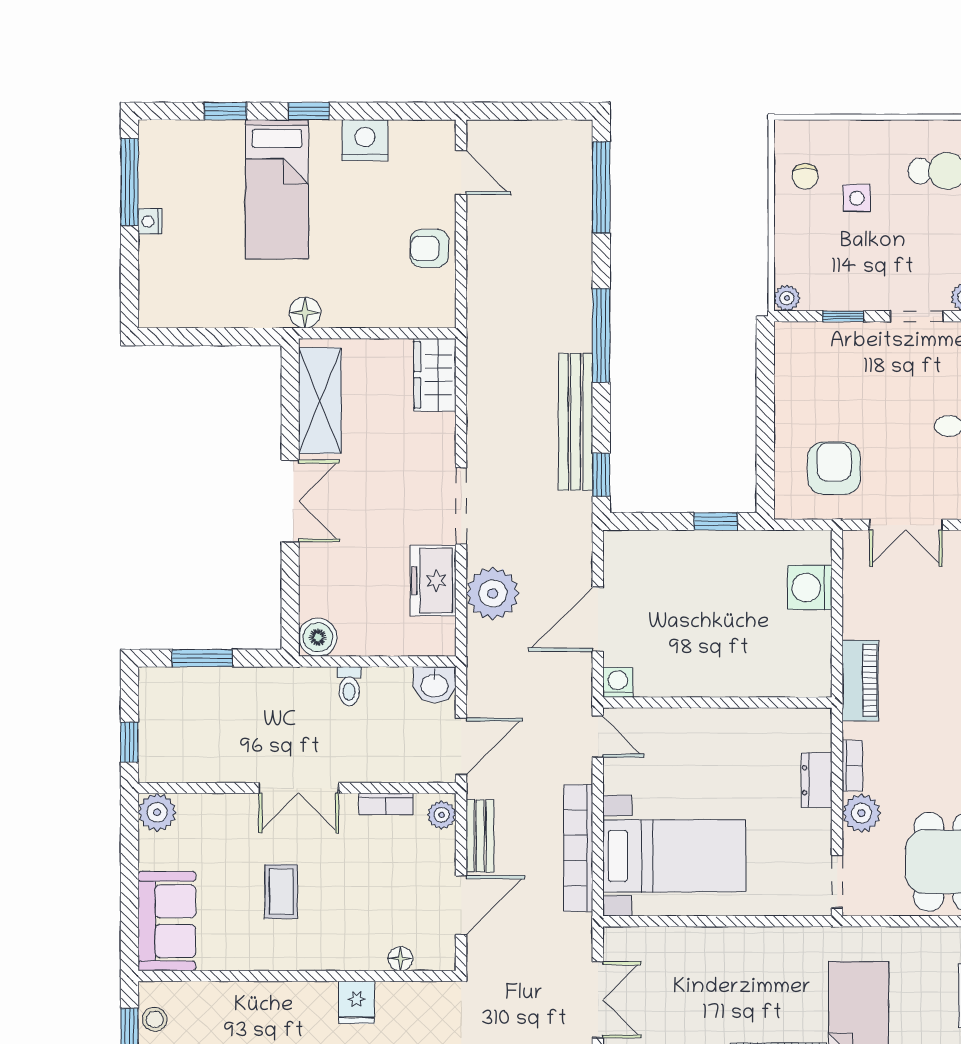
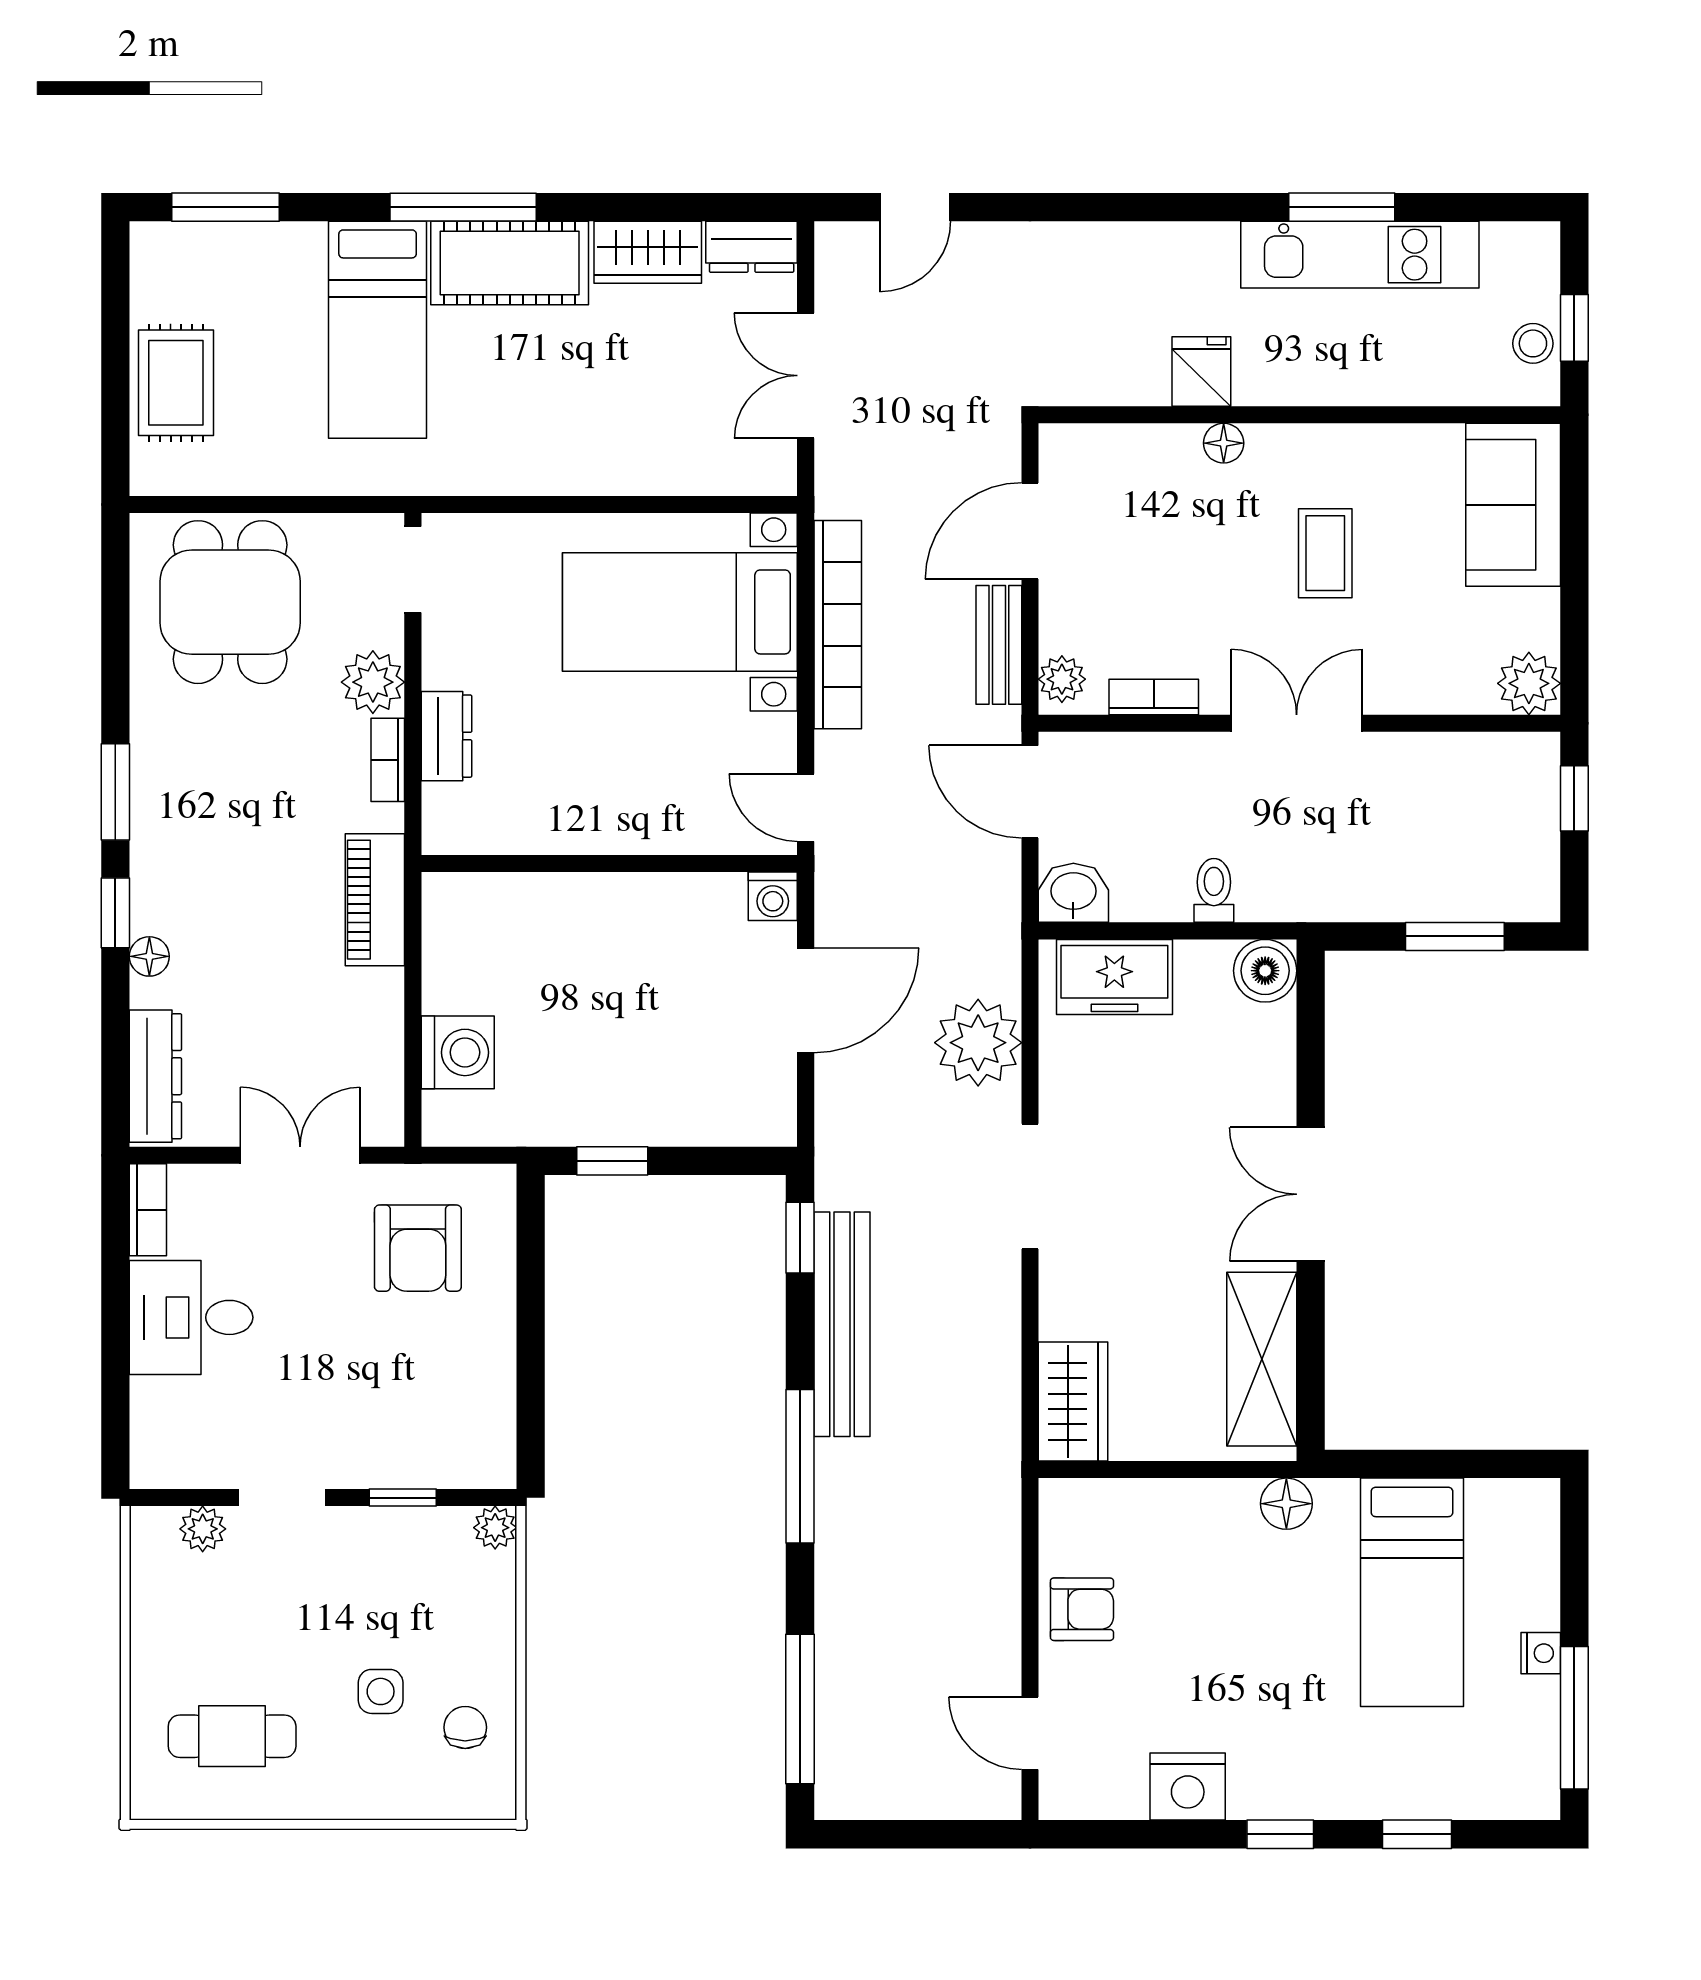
bed: (277, 189) -> (1412, 1592), moved, turned 180
freezer: (433, 581) -> (1114, 977), moved, turned 90
door: (461, 746) -> (1030, 792), hinge flipped
floor lamp: (401, 959) -> (1224, 443), moved

